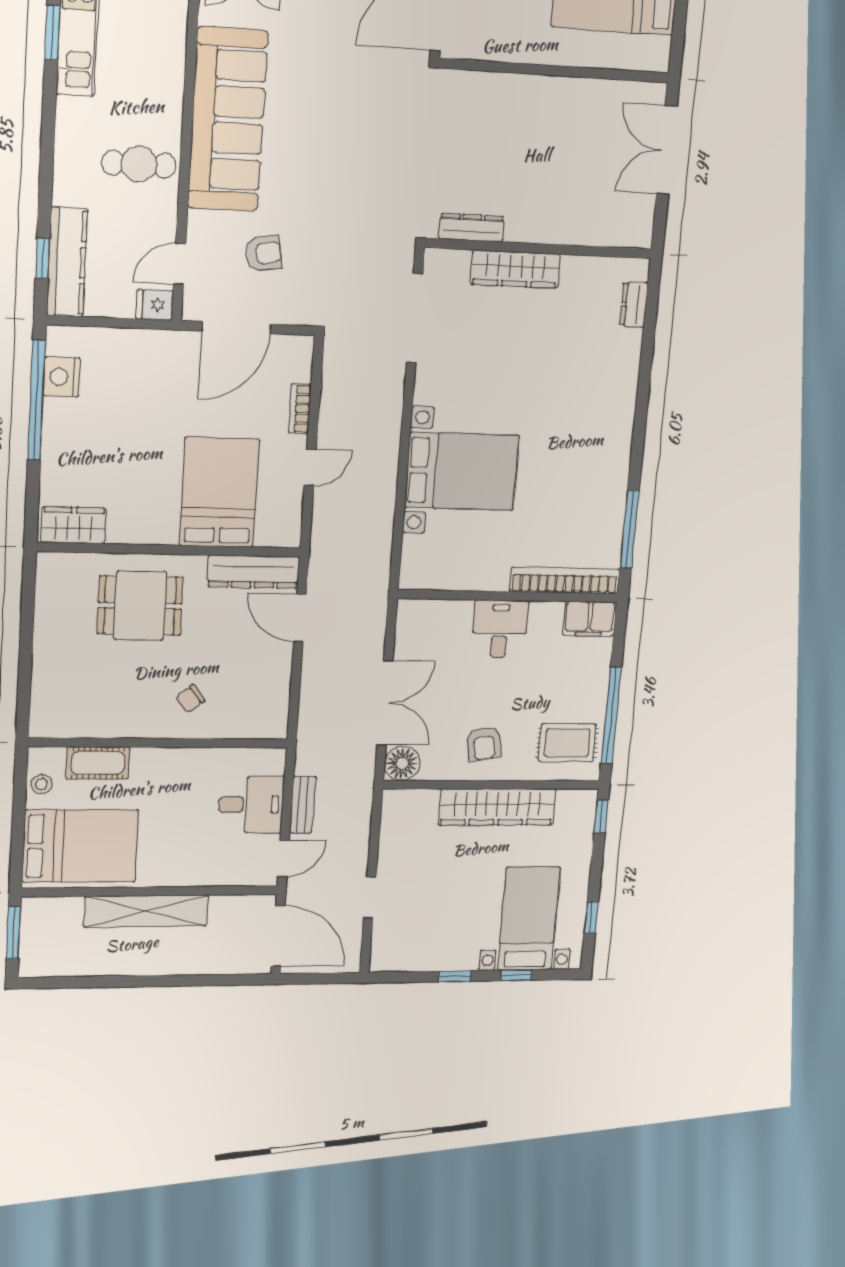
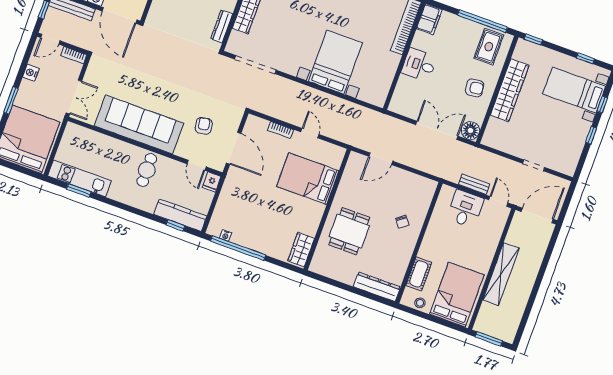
nightstand: (62, 377) -> (226, 236), width x0.53, depth x0.56
dresser: (253, 572) -> (377, 287), moved, turned -90

